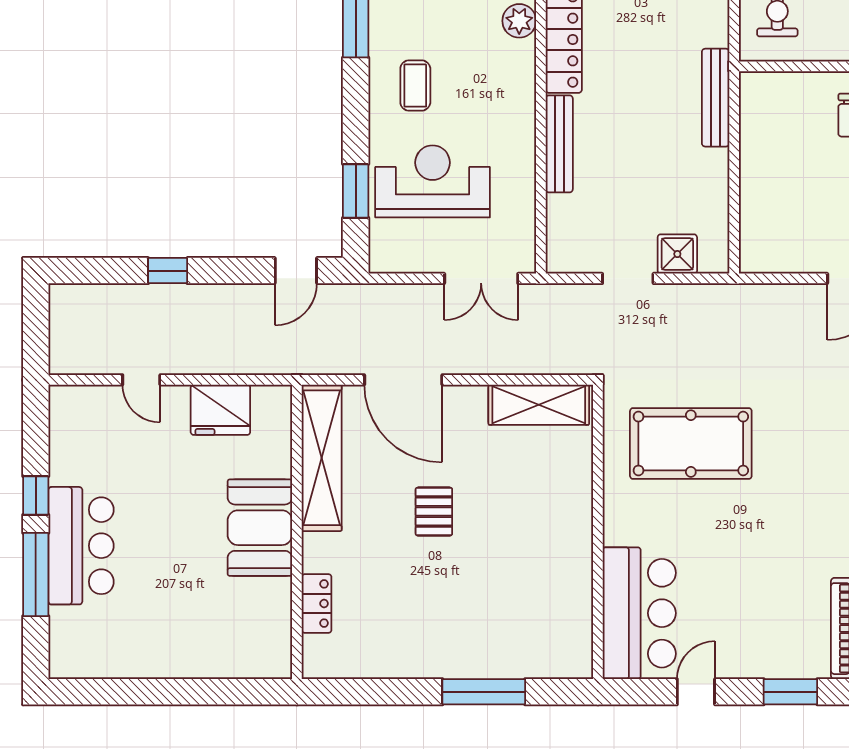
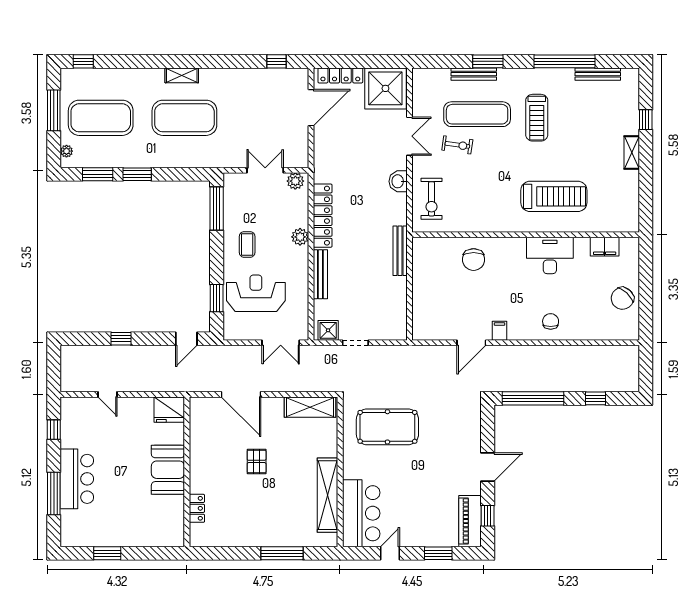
plant: (519, 21) -> (300, 237), moved
shower: (677, 254) -> (328, 330), moved
fridge: (220, 410) -> (169, 410), moved
shelving: (322, 458) -> (327, 495), moved
window: (36, 495) -> (54, 430), moved
window: (141, 692) -> (107, 553), added

